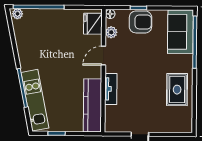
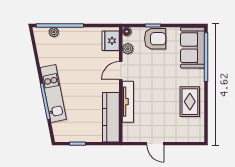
plant: (18, 14) -> (54, 32), moved
tv unit: (111, 89) -> (128, 102), width x1.41
kitchen unit: (35, 100) -> (53, 93), moved

